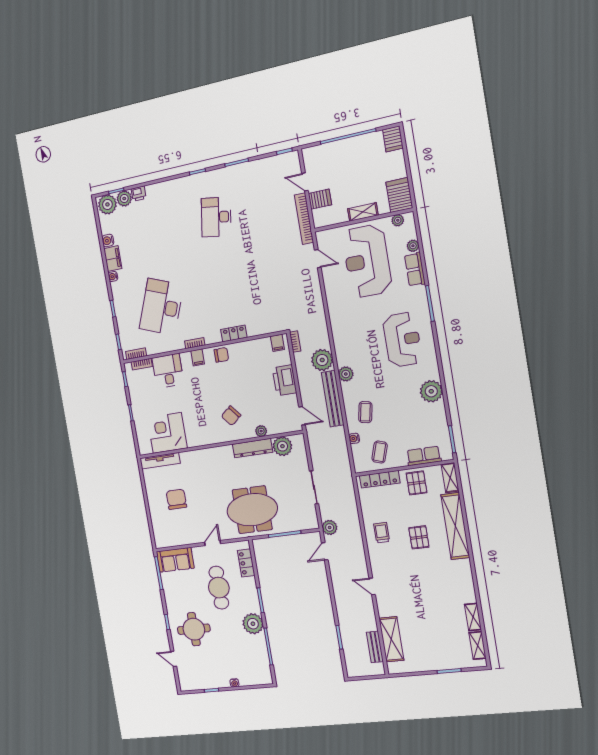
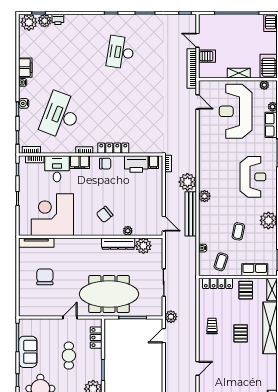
water cooler: (108, 241) -> (24, 103), moved
locker: (234, 333) -> (113, 148), width x1.53
filing cabinet: (198, 357) -> (80, 162), width x2.00
printer: (284, 380) -> (136, 164), moved, turned -90
coffee table: (365, 412) -> (238, 231), moved
corner desk: (167, 433) -> (52, 215), width x1.36, depth x1.36
meeting table: (252, 510) -> (109, 294), width x1.36
sofa: (175, 560) -> (28, 352), moved, turned -90
door: (372, 586) -> (197, 368), swing flipped
cafe table: (219, 588) -> (69, 356), width x0.73, depth x0.74

